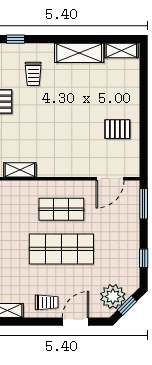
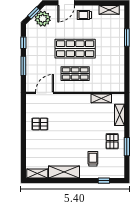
window: (144, 204) -> (23, 66), moved

